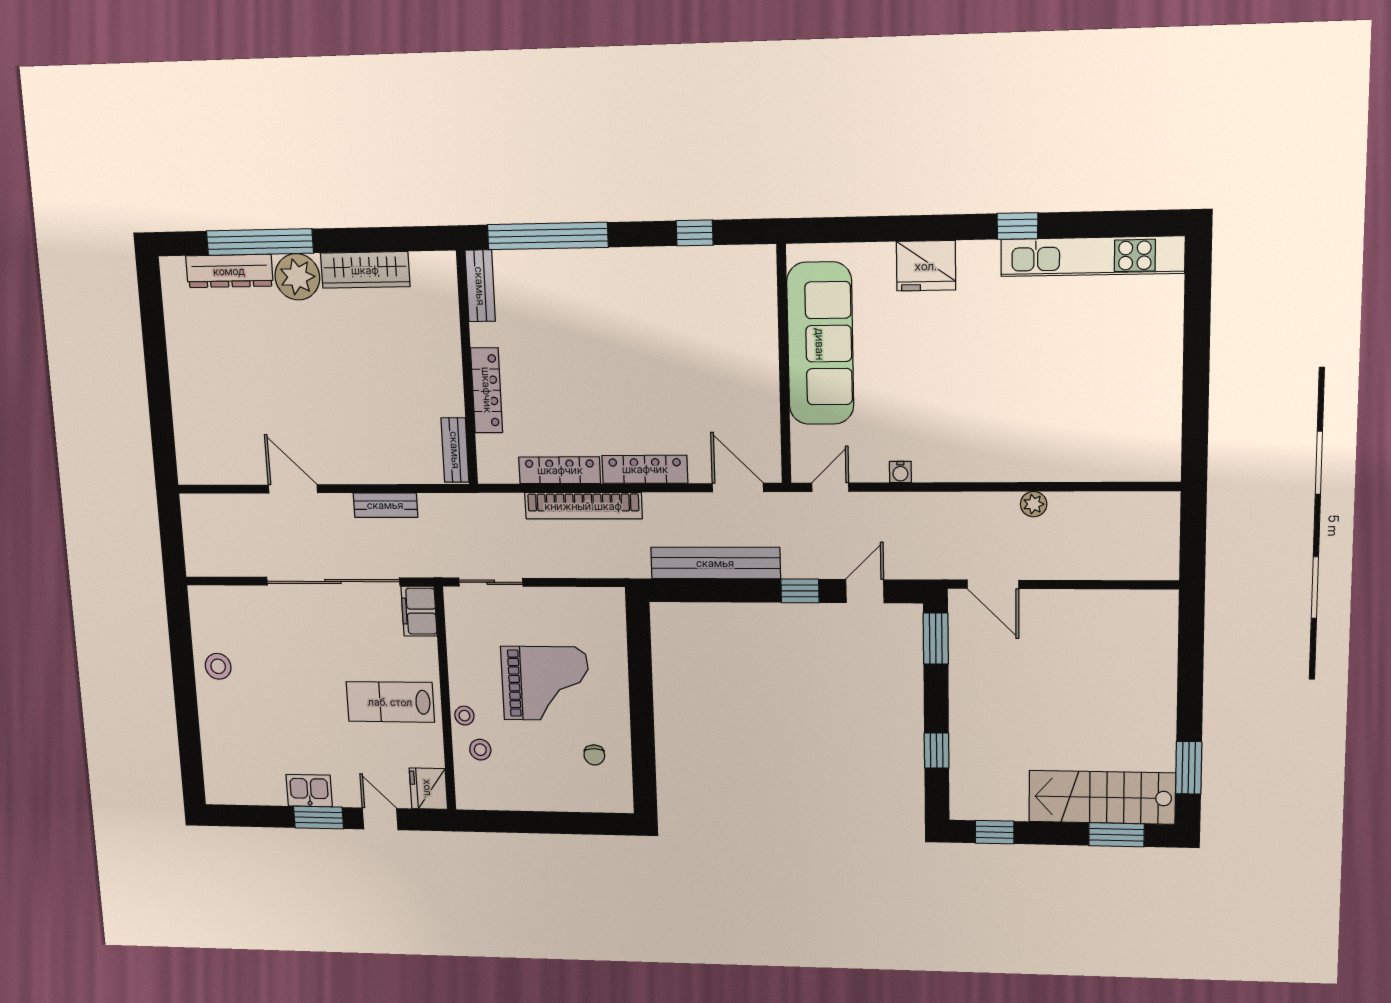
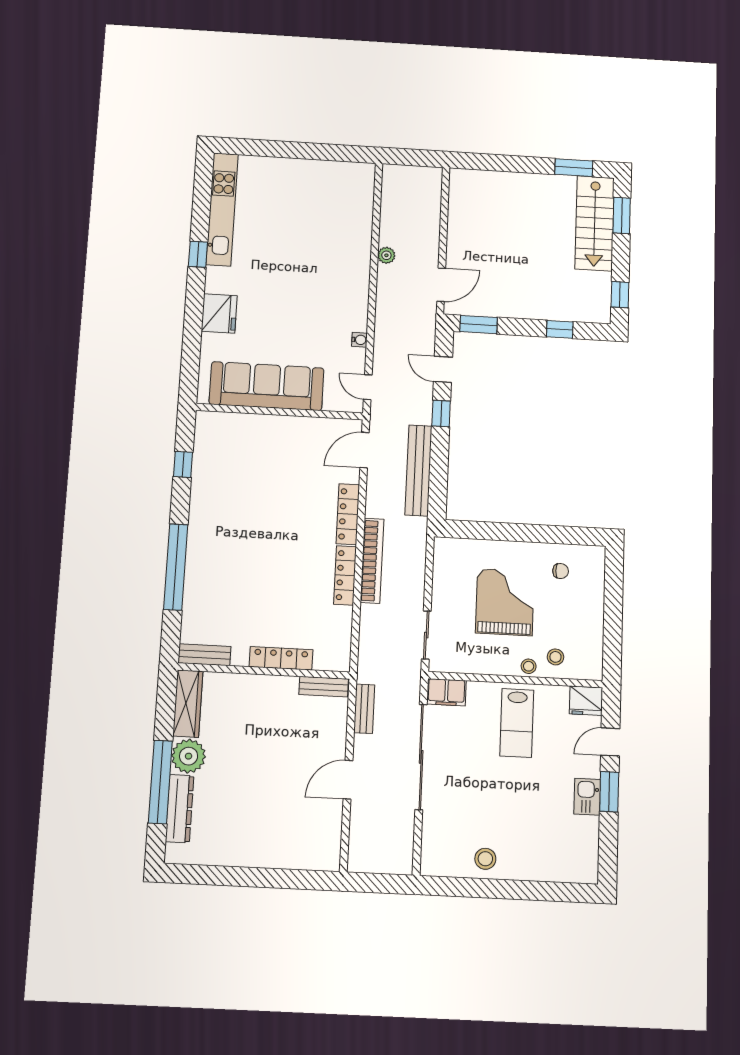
bench: (480, 286) -> (204, 655), moved
wall: (467, 368) -> (264, 671), moved
locker: (487, 390) -> (281, 658), moved
bench: (455, 450) -> (324, 687), moved

